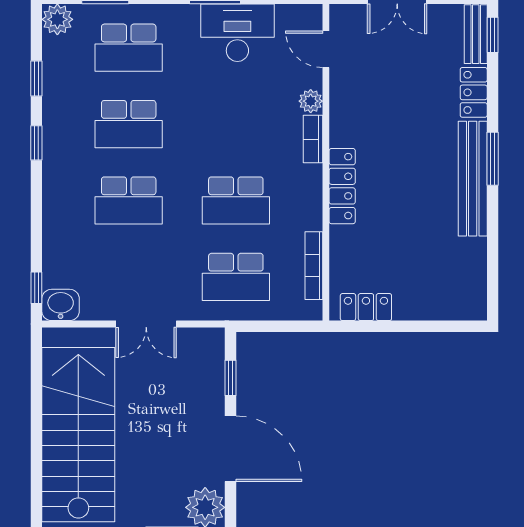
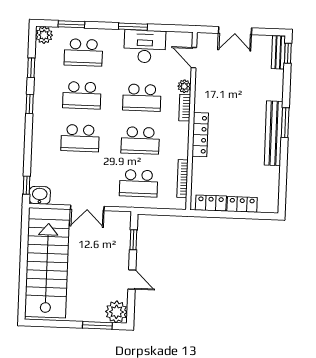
locker: (474, 92) -> (242, 204), moved, turned 90
school desk: (236, 124) -> (142, 98), added
door: (230, 449) -> (132, 280), width x0.53

